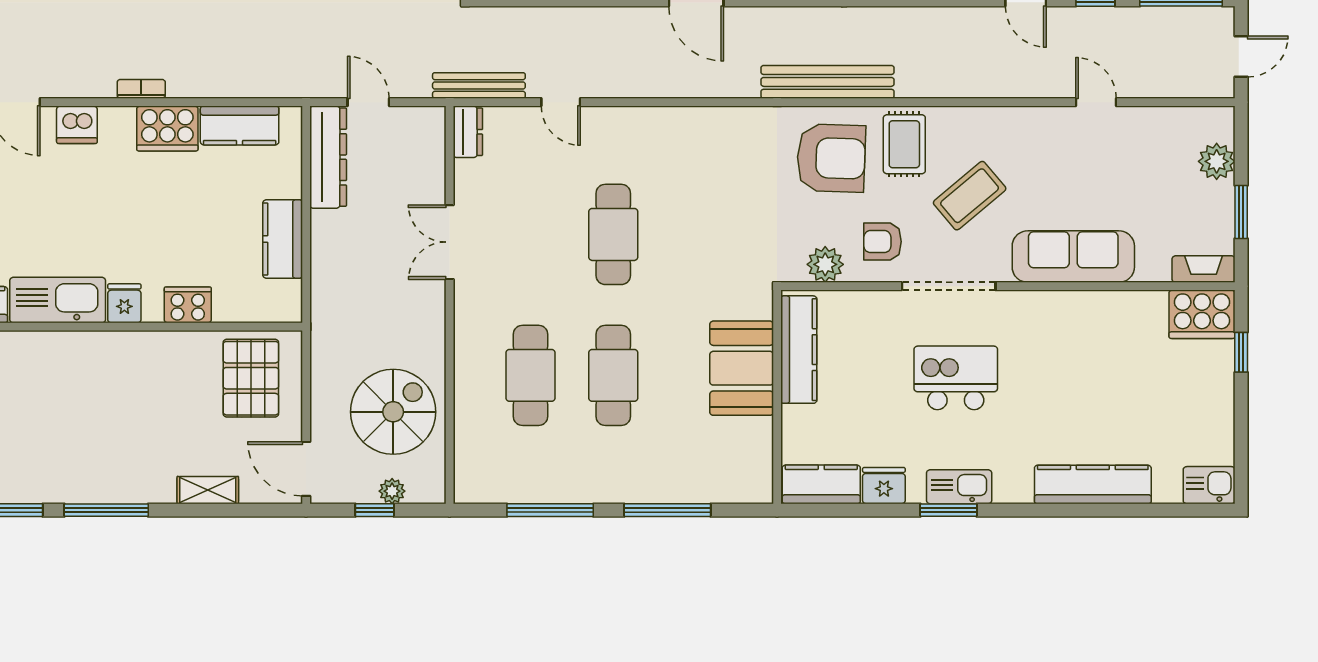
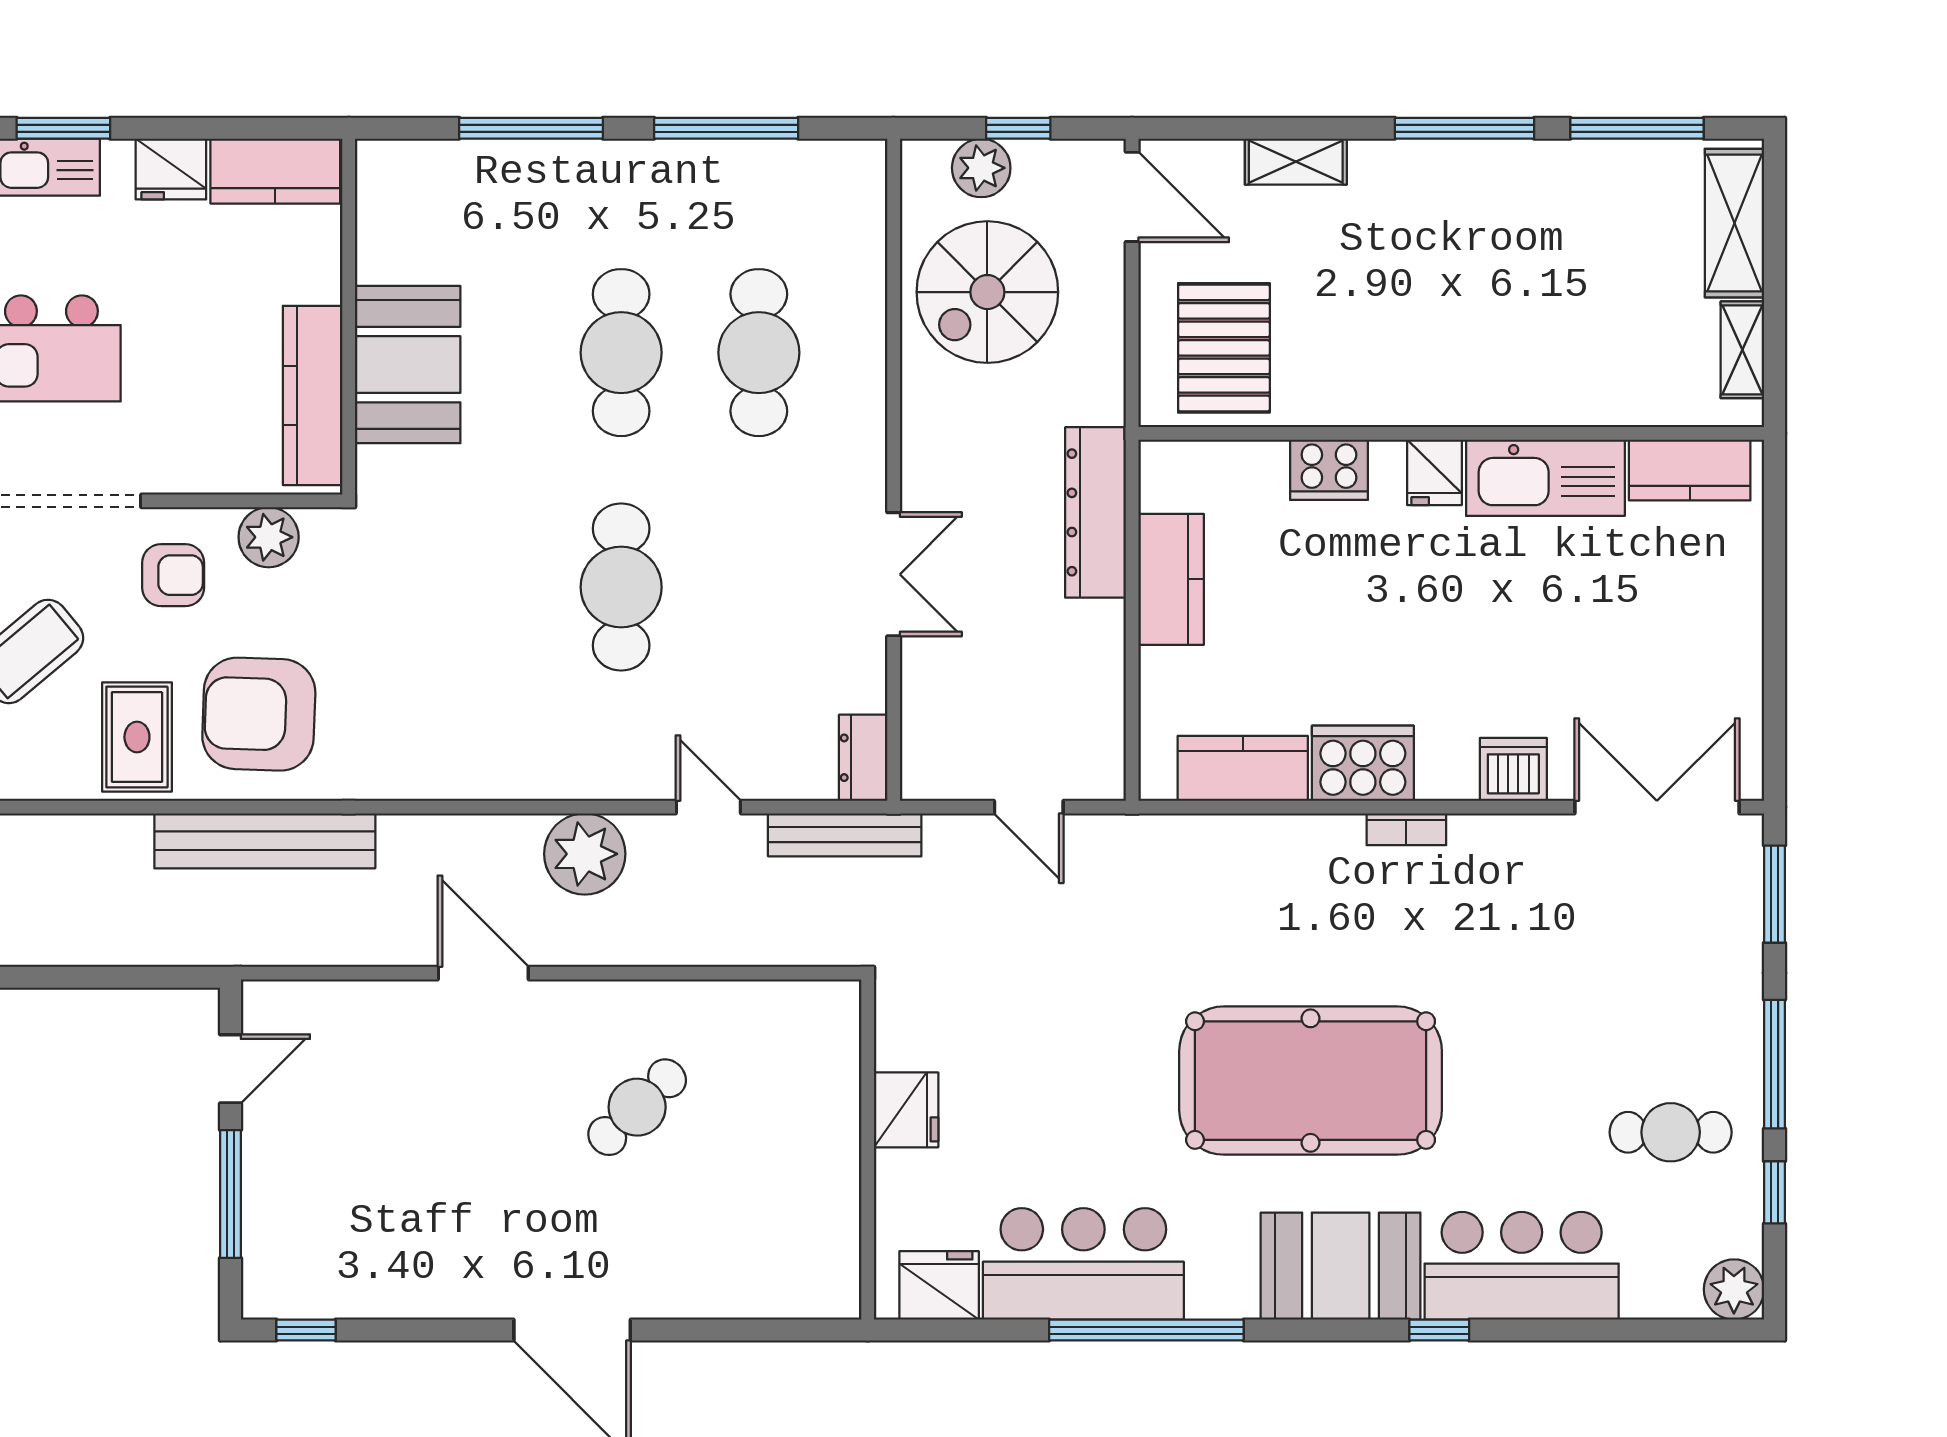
plant: (635, 74) -> (585, 854), added
dresser: (328, 157) -> (1096, 512), moved
plant: (392, 491) -> (981, 168), width x1.38, depth x1.38

